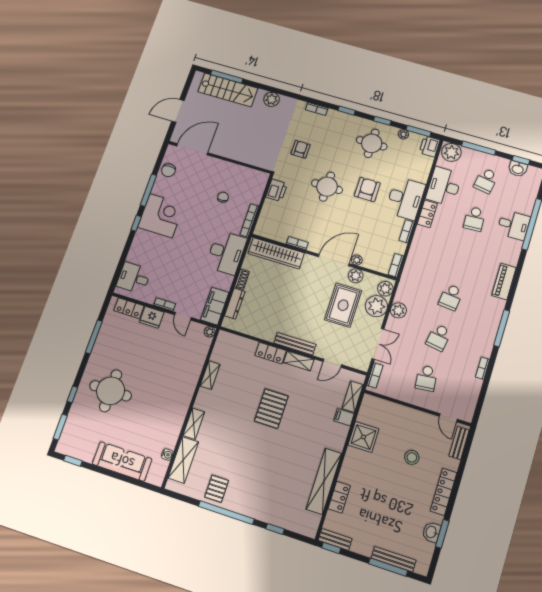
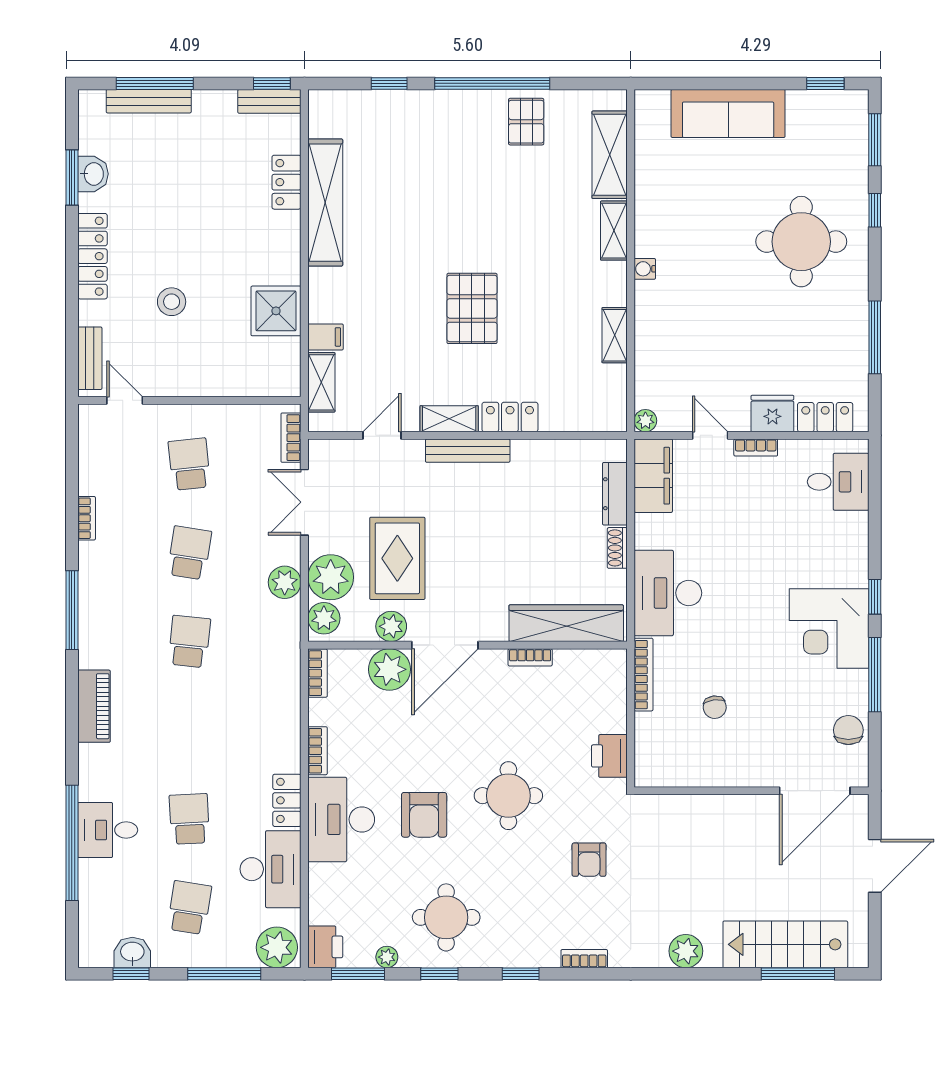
plant: (357, 260) -> (389, 669), width x1.87, depth x1.87
water cooler: (167, 454) -> (645, 269), moved

